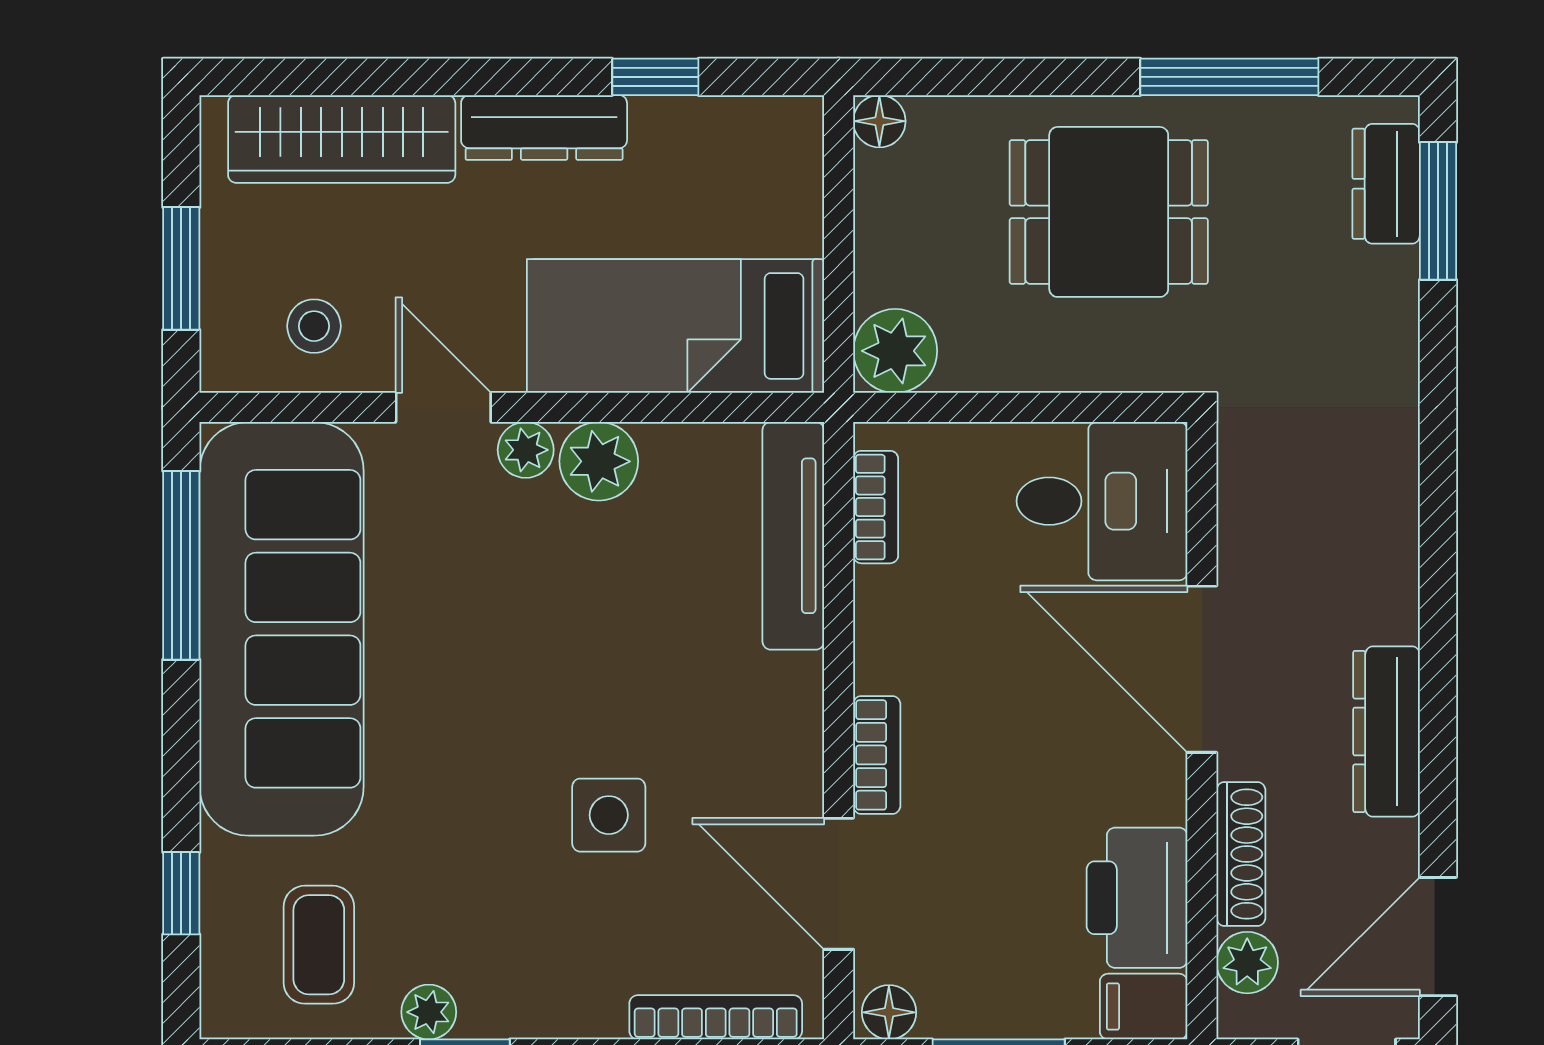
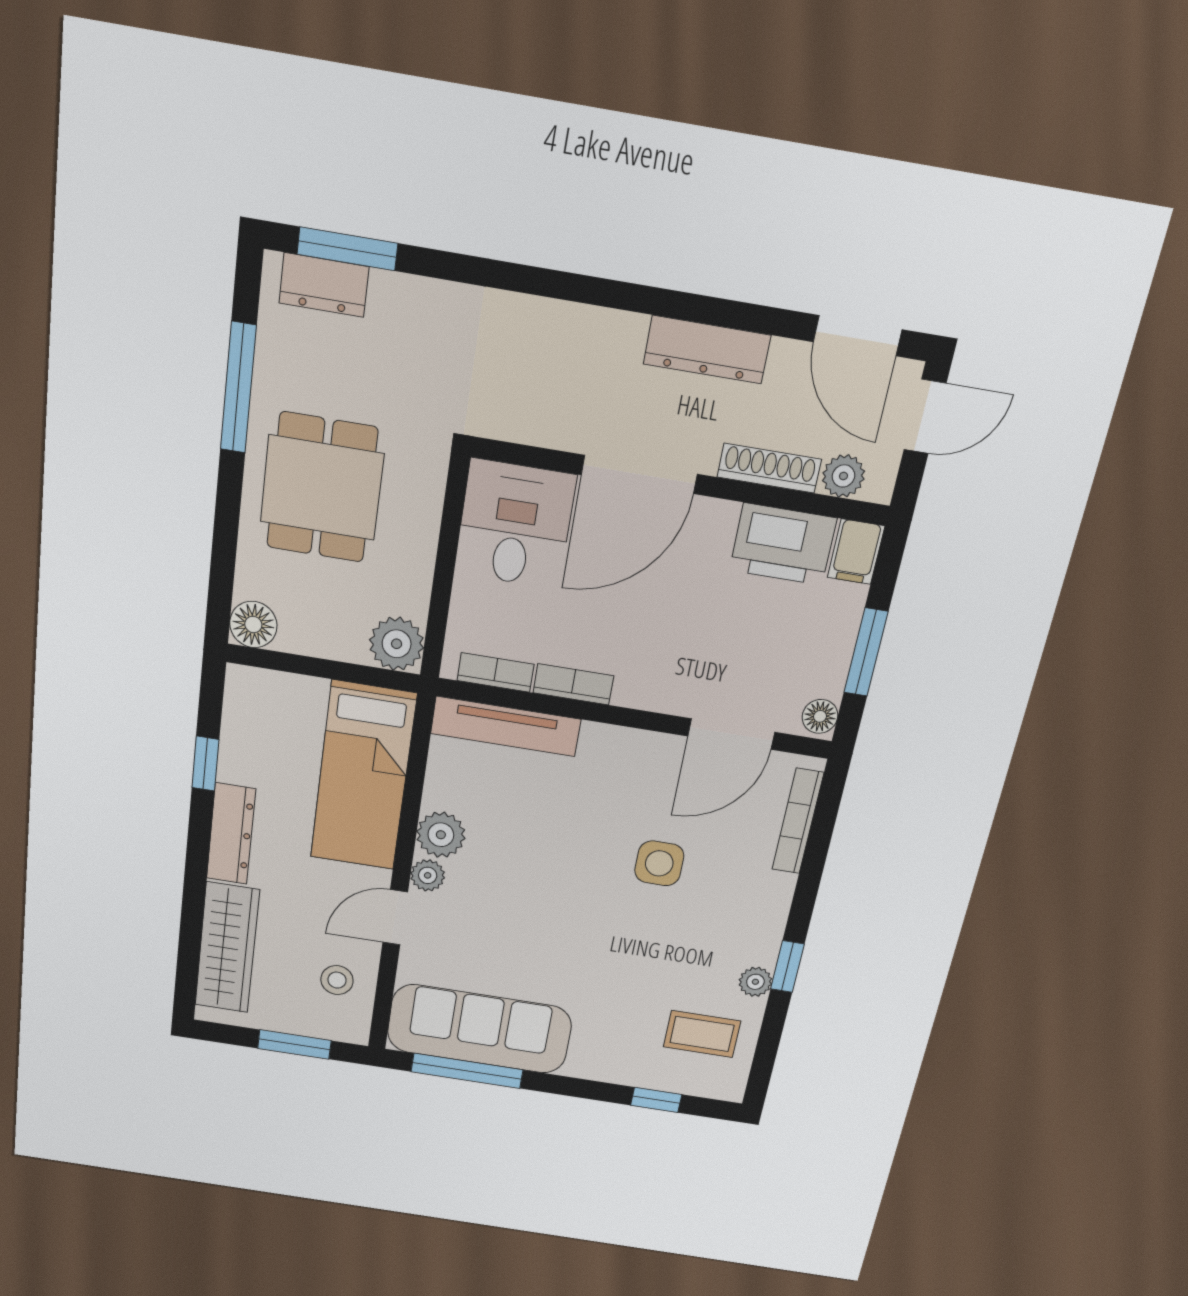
floor lamp: (879, 121) -> (253, 625), width x1.37, depth x1.37
sofa: (282, 629) -> (479, 1029), width x0.74, depth x0.79
bookcase: (877, 755) -> (573, 684), moved

